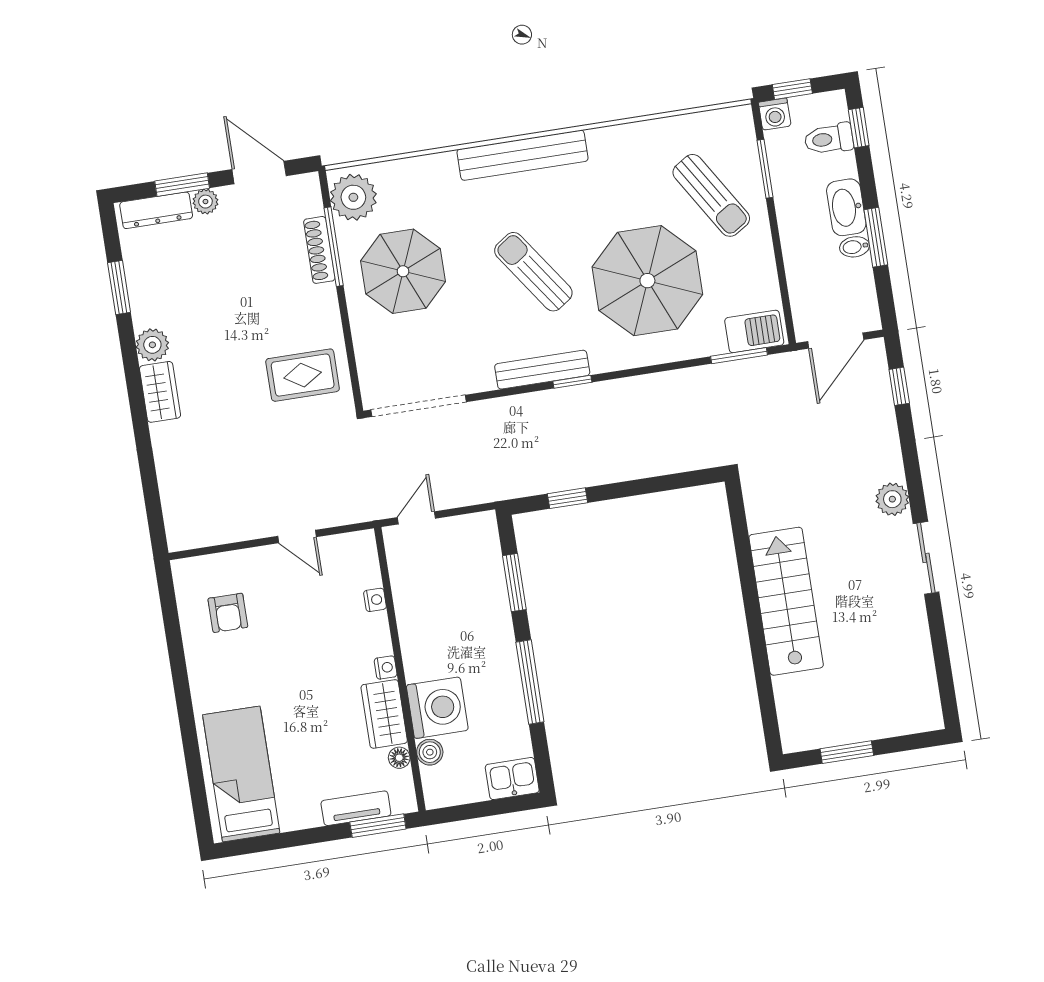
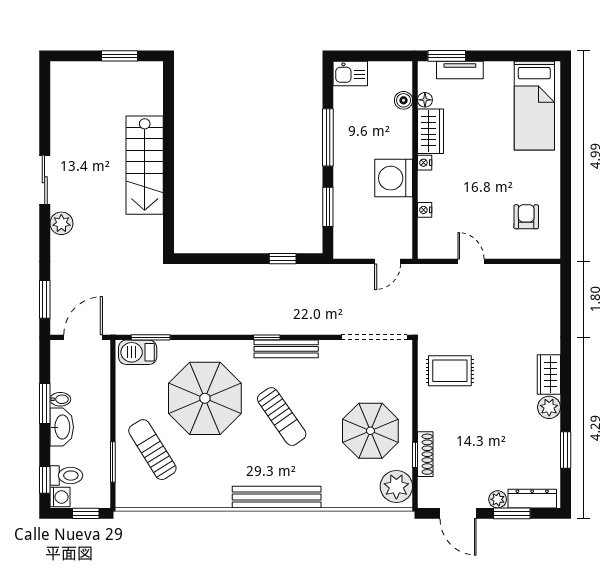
washing machine: (775, 114) -> (60, 497), moved, turned 90
window: (334, 247) -> (415, 455), width x0.46
window: (899, 386) -> (45, 299), width x1.50
washing machine: (437, 708) -> (394, 178), moved

